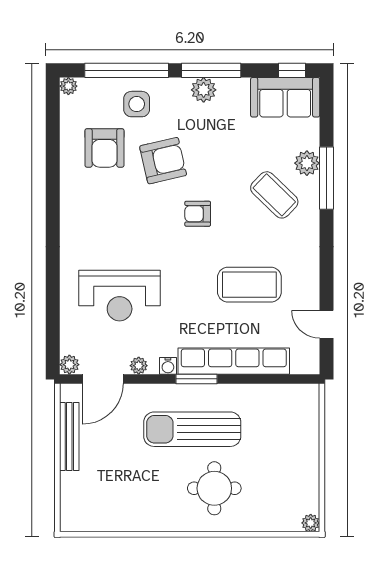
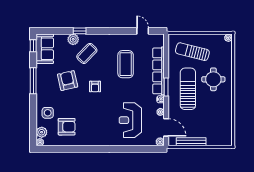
window: (127, 70) -> (33, 117), removed
plant: (204, 90) -> (42, 132), moved
armchair: (163, 161) -> (68, 81), moved
window: (327, 178) -> (80, 31), width x0.46
reception desk: (120, 296) -> (130, 120), turned 180
door: (327, 324) -> (143, 31), swing flipped
sun lounger: (192, 429) -> (188, 89), turned 180
sun lounger: (278, 440) -> (192, 52), added

